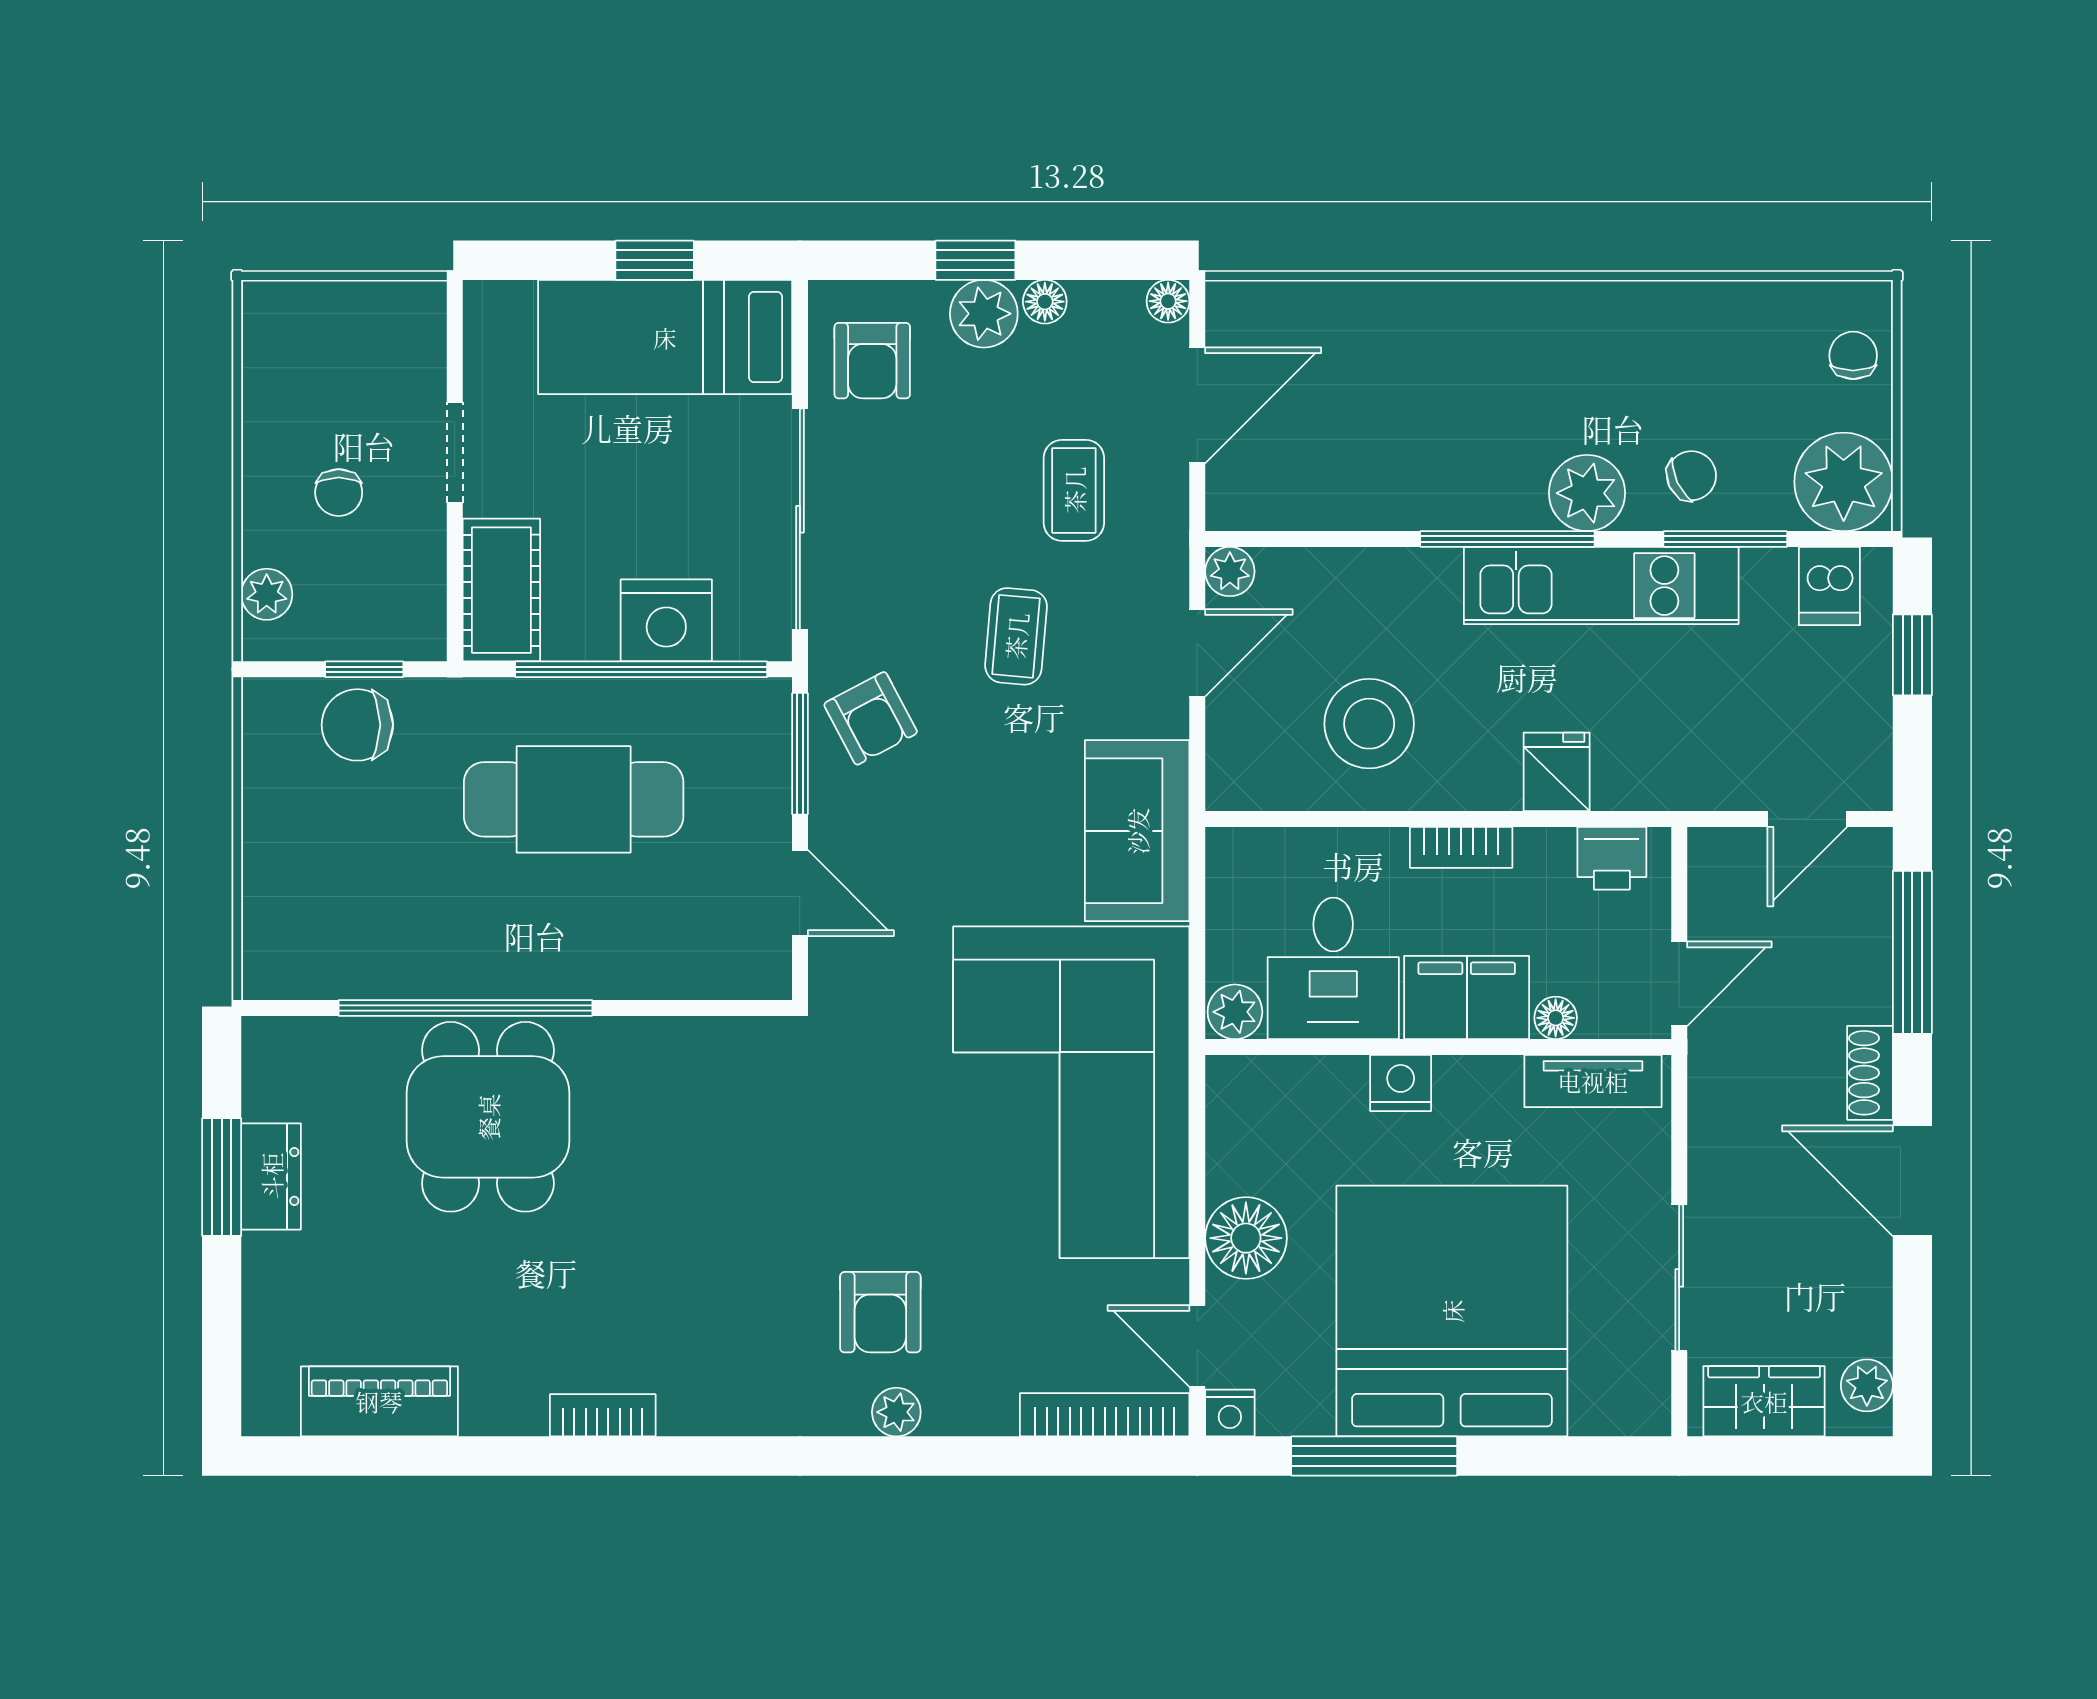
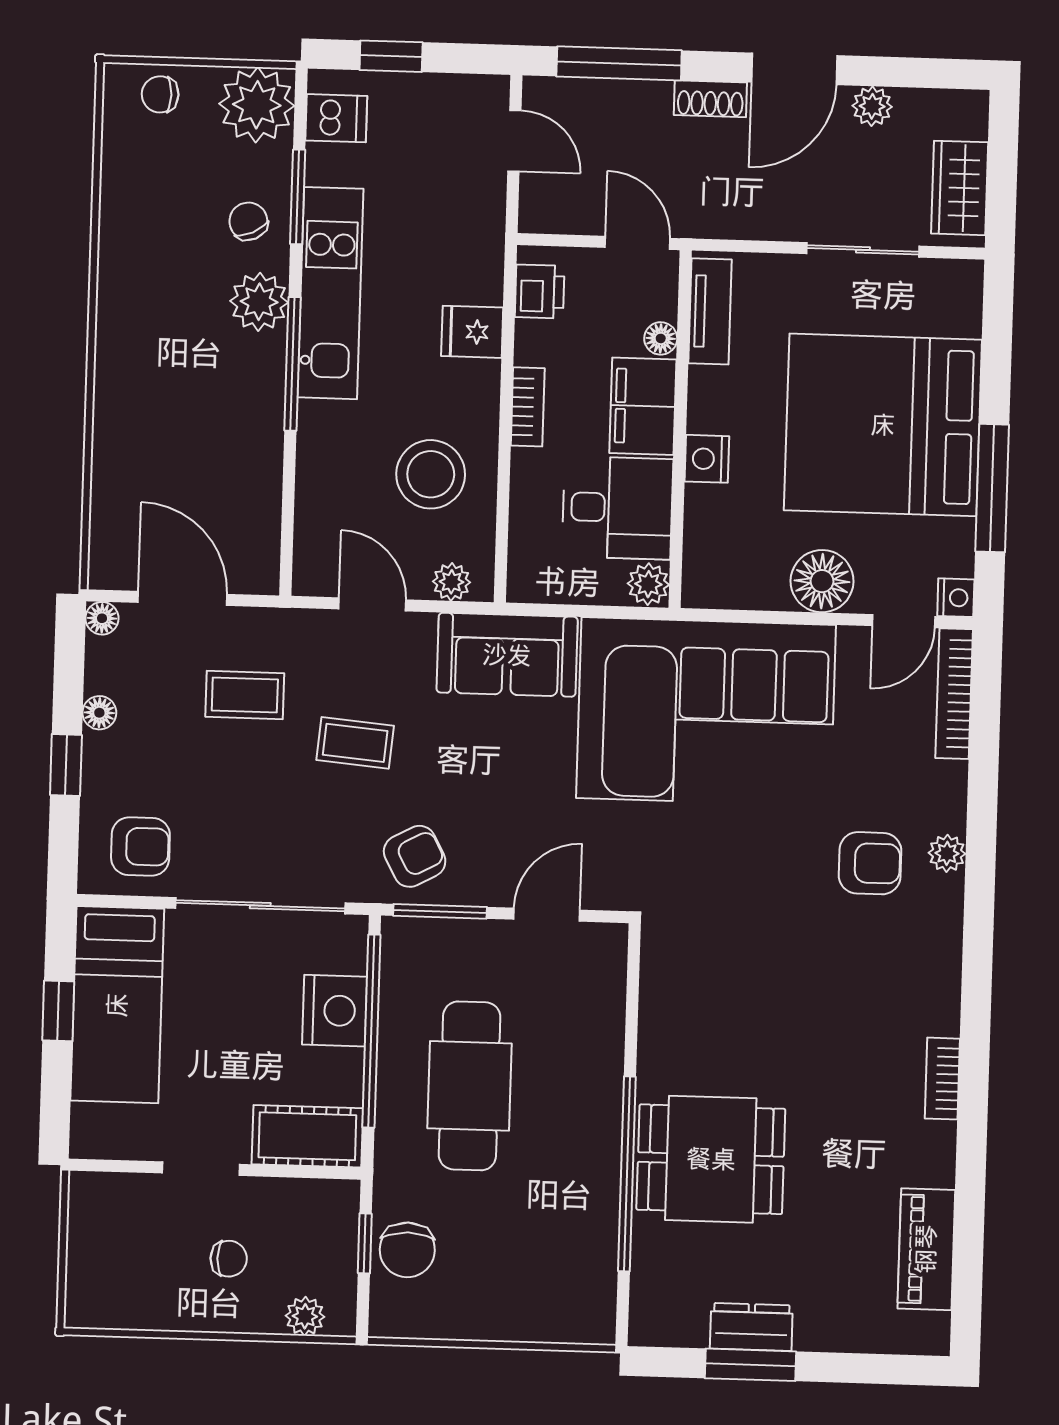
plant: (984, 314) -> (107, 760), removed
plant: (1230, 572) -> (451, 582), moved
plant: (1867, 1385) -> (872, 106), moved

